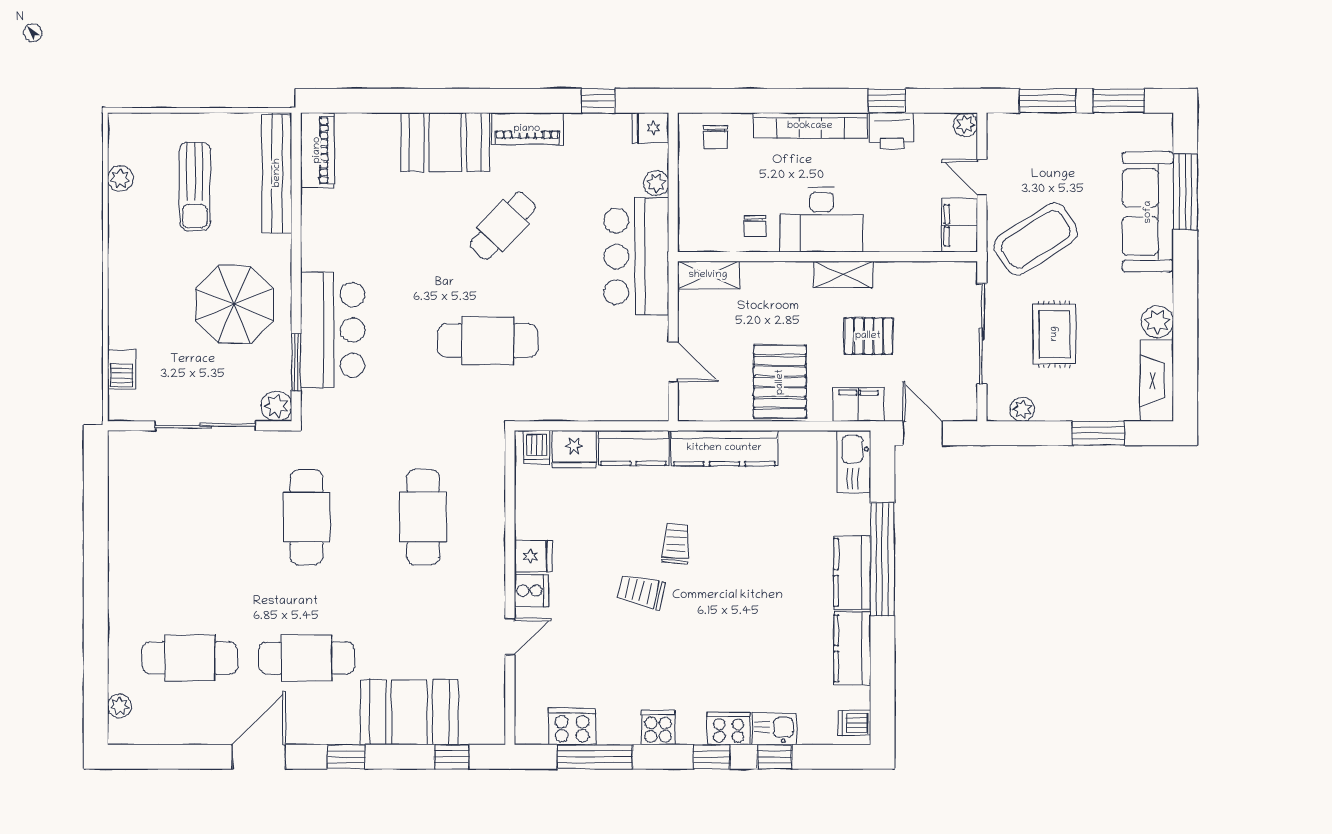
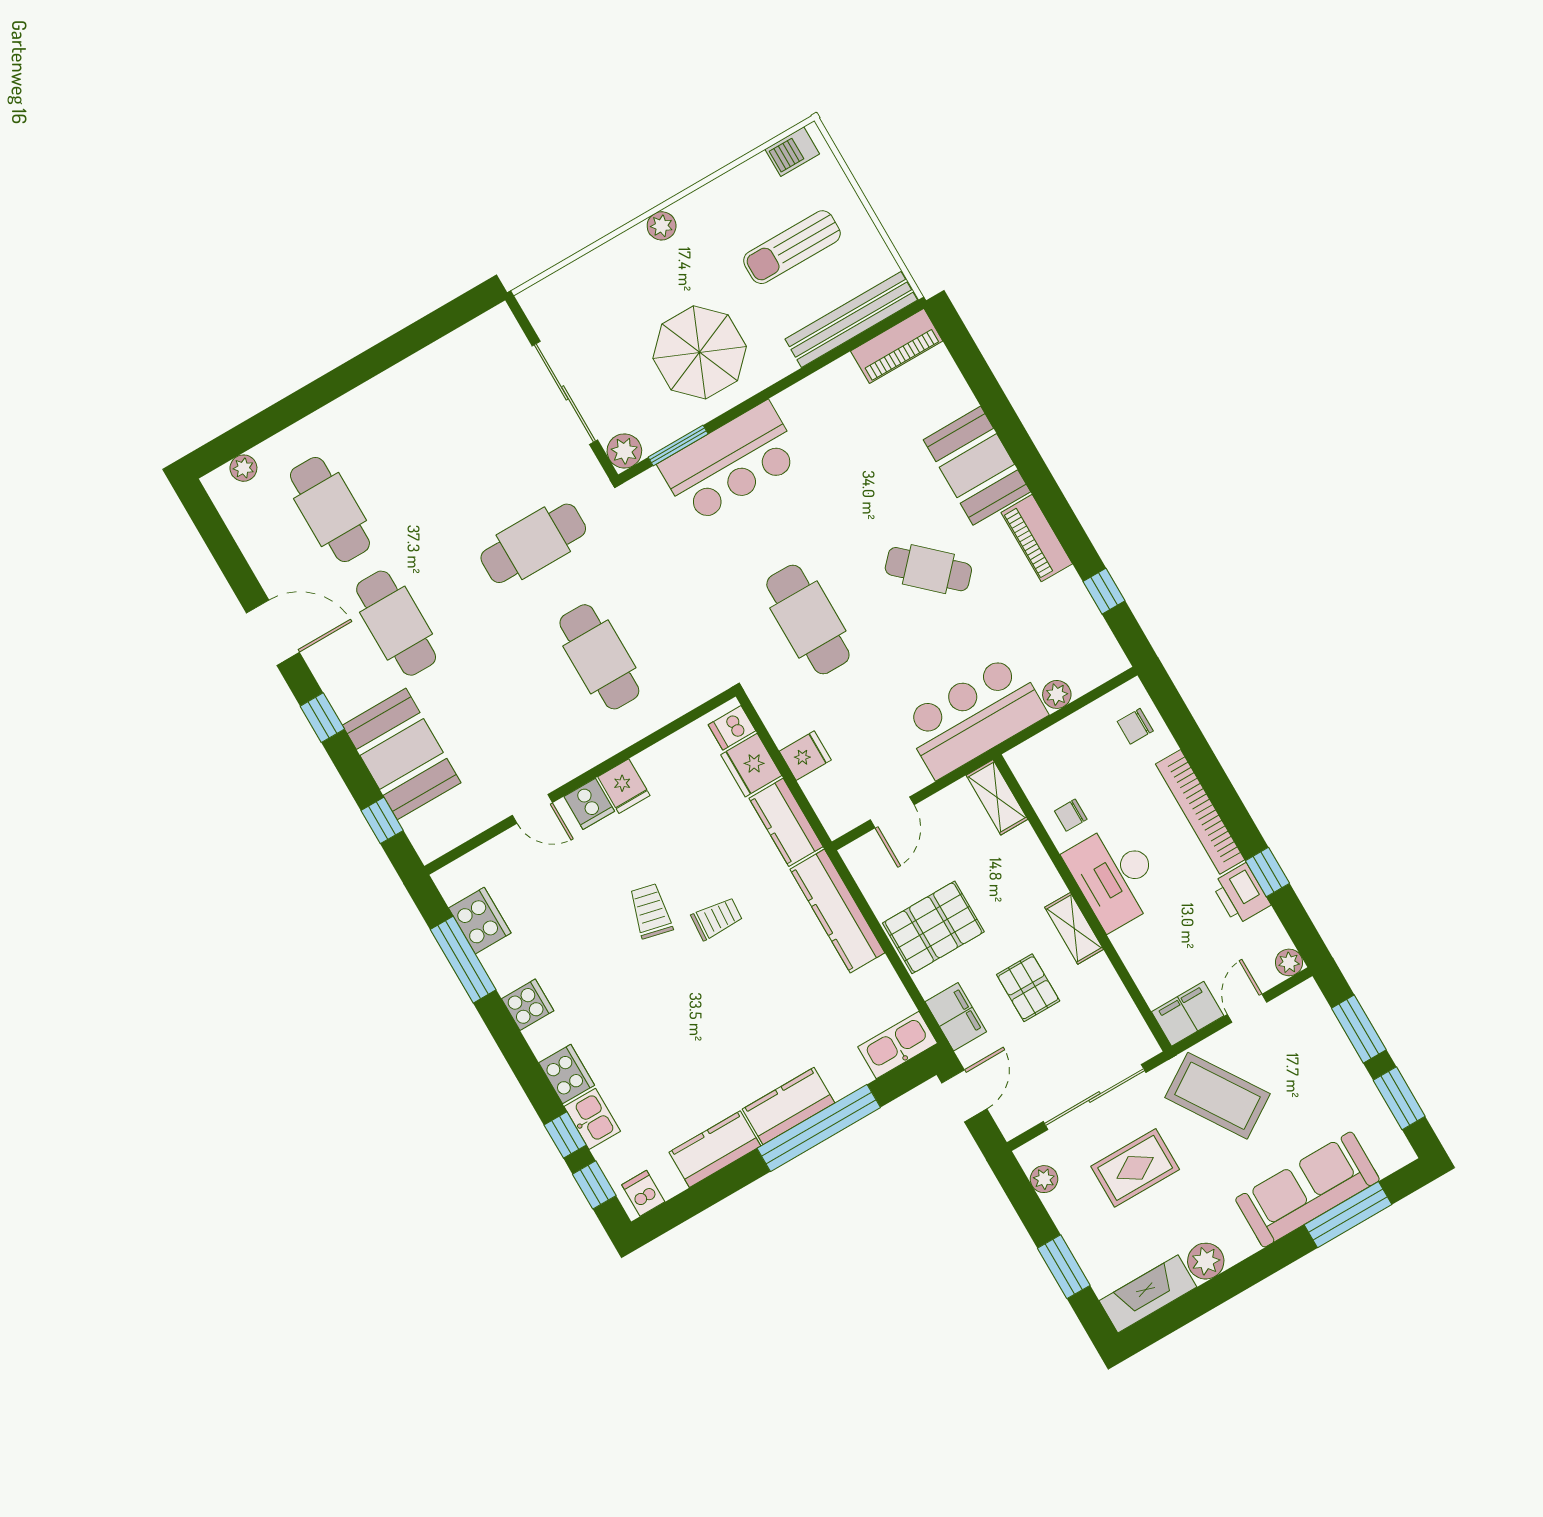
fridge: (651, 128) -> (805, 756), moved, turned 90
plant: (120, 179) -> (662, 226), moved
barbecue: (122, 369) -> (792, 152), moved
cafe table: (423, 517) -> (599, 657), turned 90
window: (712, 757) -> (594, 1185), moved

